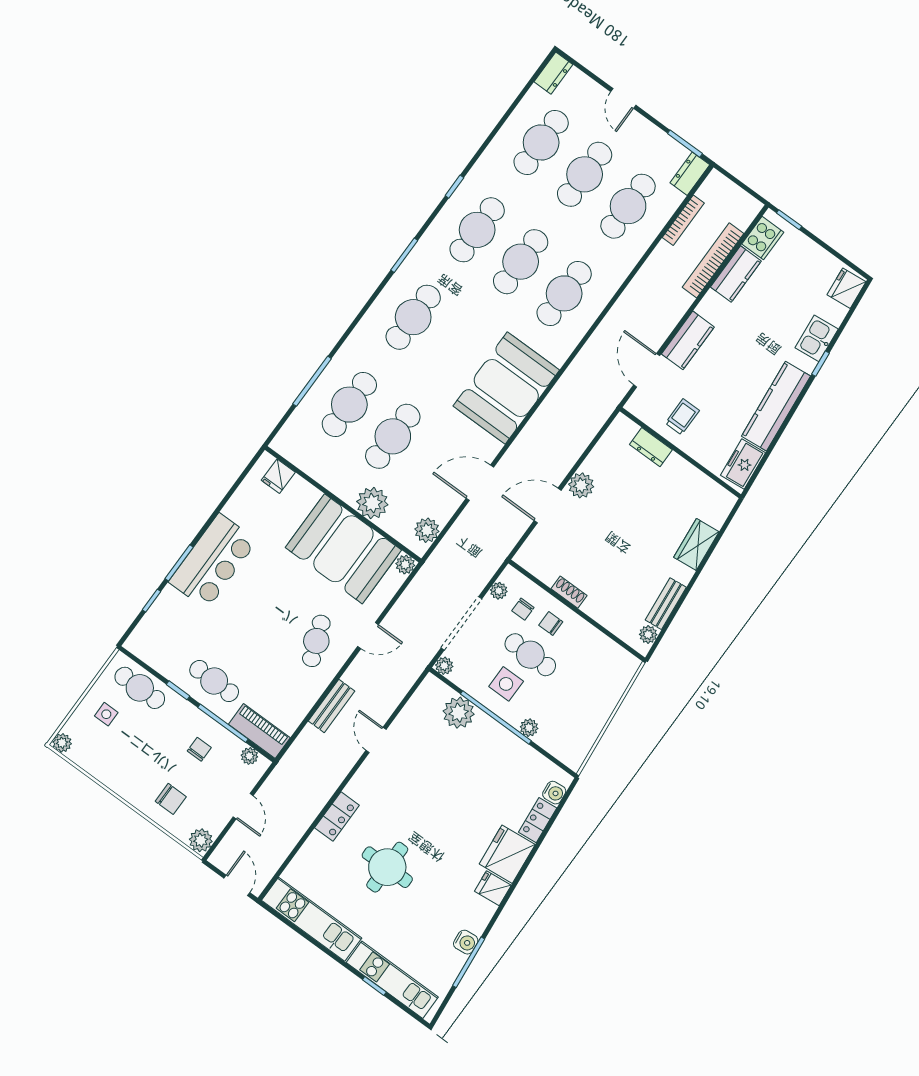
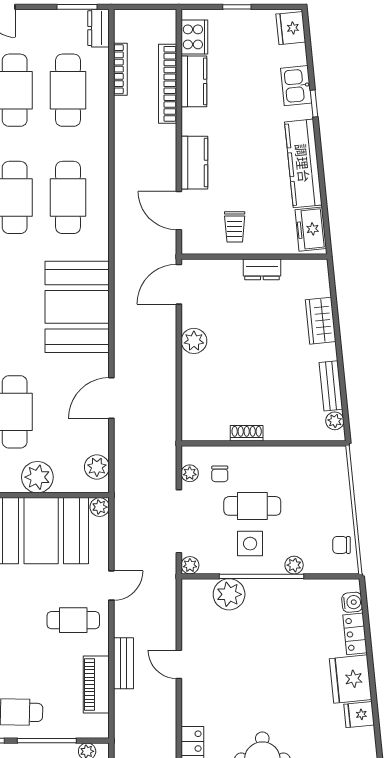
window: (789, 220) -> (237, 7), moved
trolley: (682, 417) -> (235, 227), turned 180
dresser: (651, 447) -> (262, 269), moved
door: (548, 506) -> (179, 284), moved
chair: (551, 623) -> (341, 545), moved
cafe table: (316, 641) -> (73, 620), turned -69
piano: (259, 731) -> (96, 684), moved, turned -90

